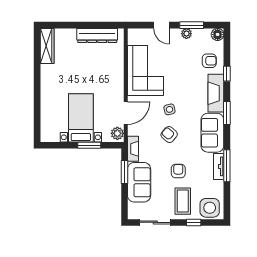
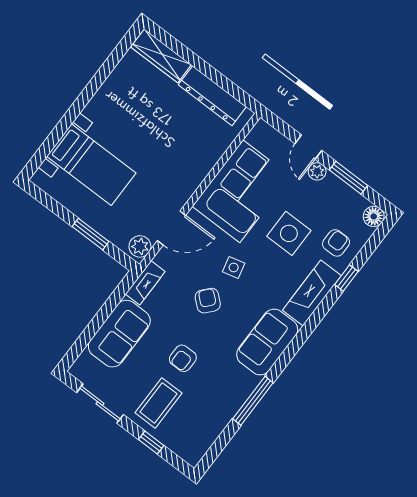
plant: (186, 34) -> (317, 171), moved
wardrobe: (47, 46) -> (161, 56), moved, turned 90
armchair: (209, 61) -> (336, 243), turned -90
window: (227, 113) -> (306, 330), removed
bed with nightstands: (81, 118) -> (91, 165), moved, turned 90
tv unit: (219, 166) -> (241, 393), removed
armchair: (178, 171) -> (183, 358), turned 180
window: (124, 172) -> (110, 305), removed
side table: (210, 208) -> (289, 233), moved

